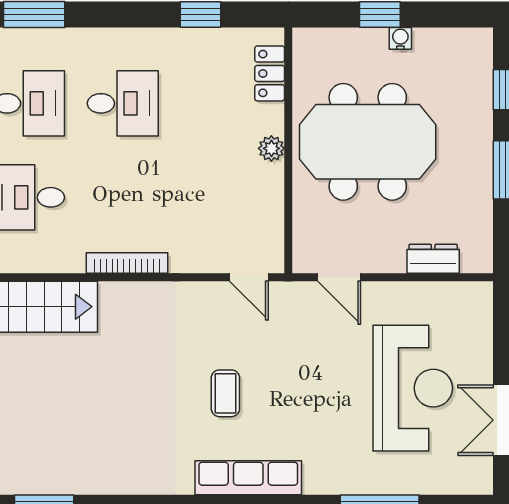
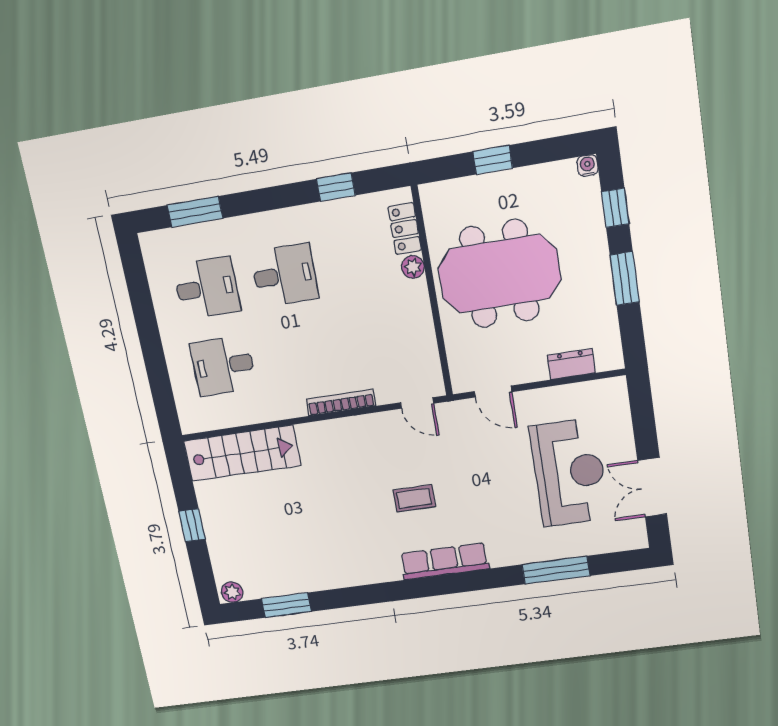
water cooler: (400, 38) -> (587, 166), moved
plant: (271, 148) -> (413, 267), moved
bookcase: (127, 263) -> (341, 403), moved
coffee table: (225, 393) -> (414, 498), turned 90

